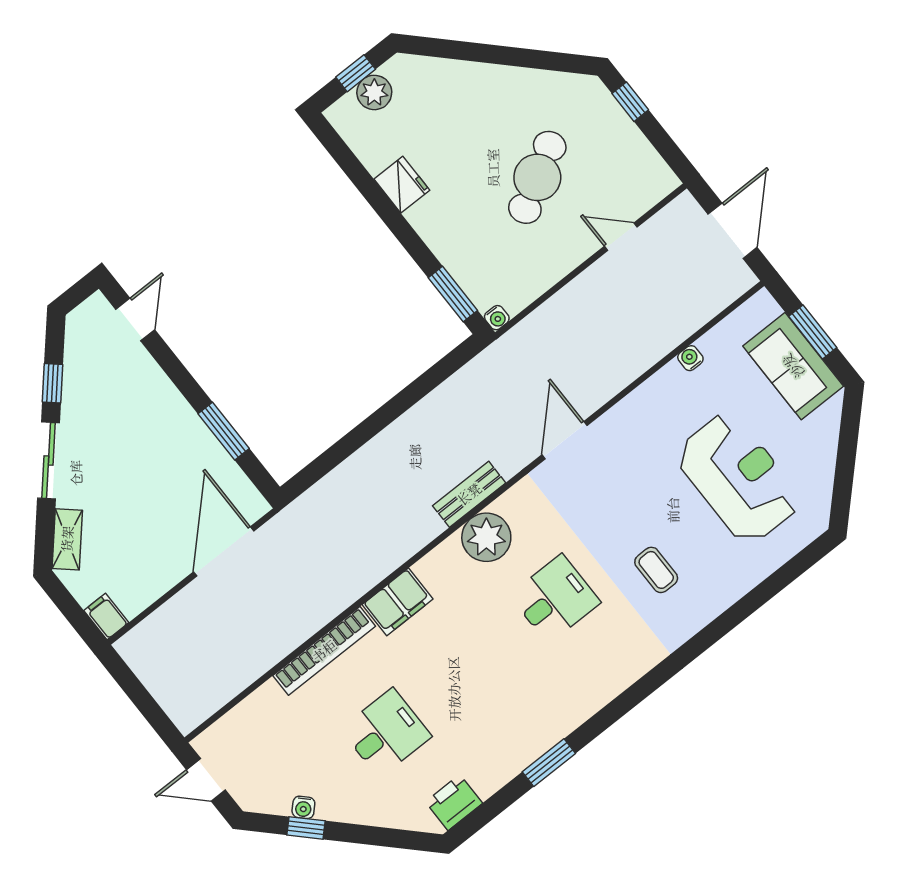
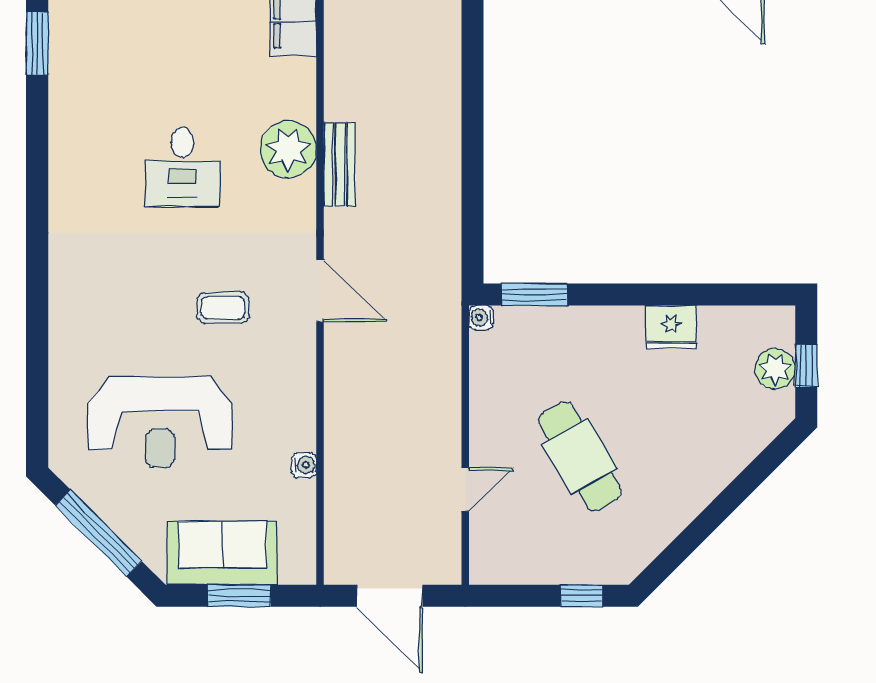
window: (846, 460) -> (98, 533), added
coffee table: (656, 570) -> (223, 308), moved

